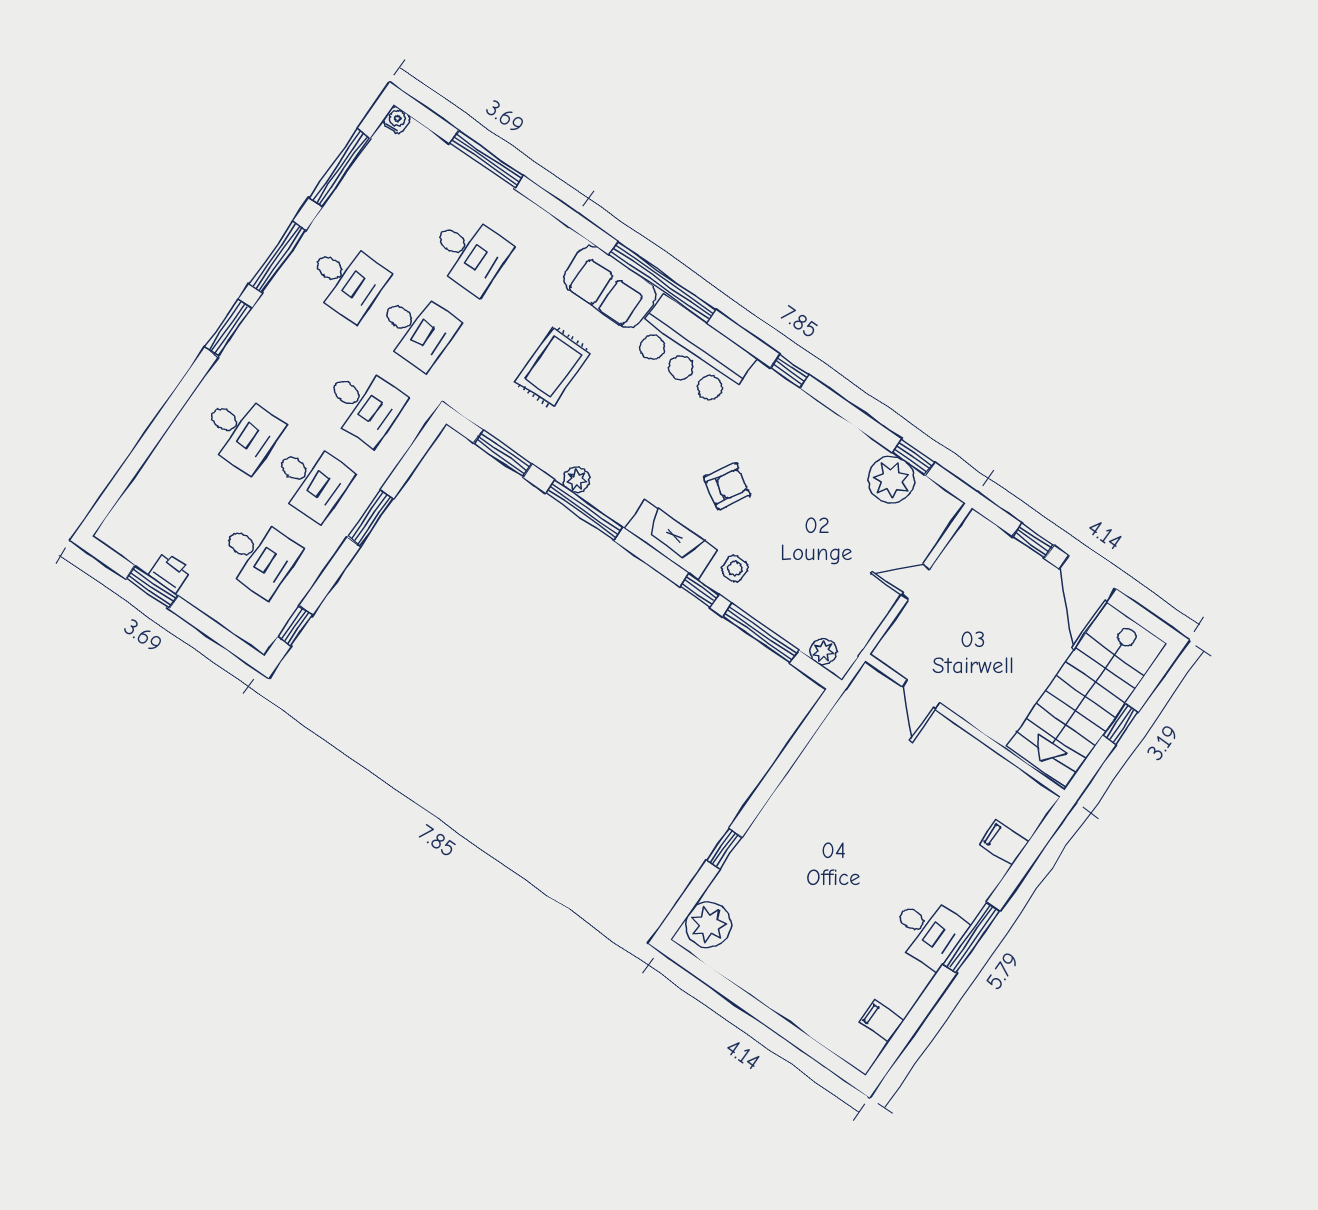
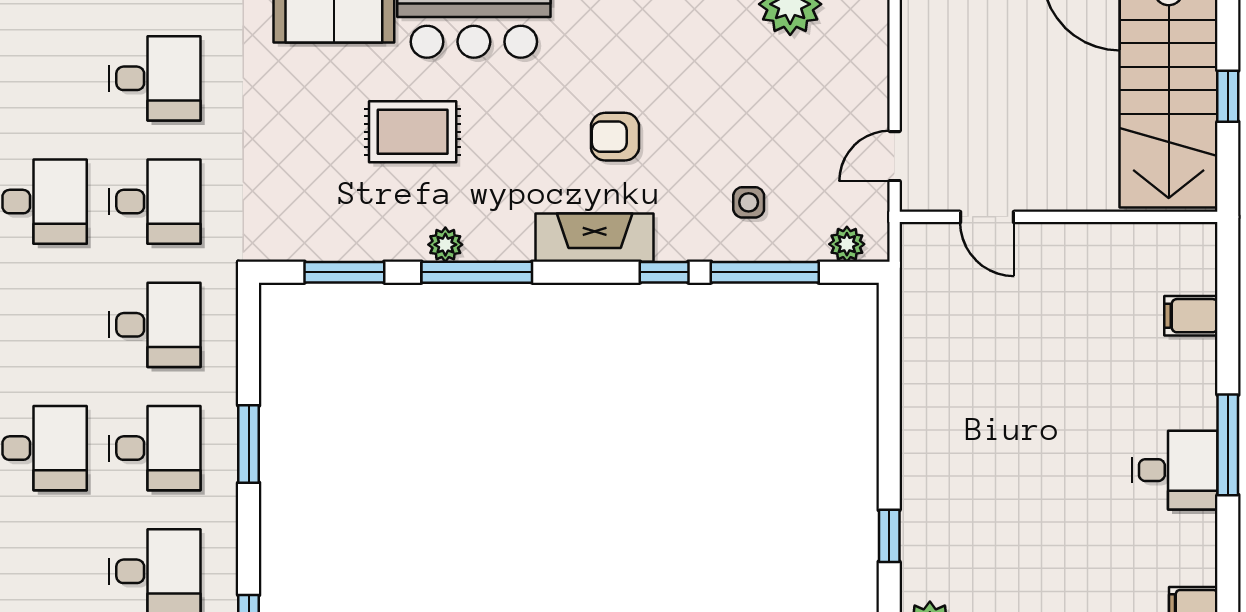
rug: (553, 367) -> (413, 132), moved, turned 90
armchair: (727, 486) -> (615, 137), turned -121
side table: (735, 569) -> (749, 202), moved
door: (915, 582) -> (895, 156), moved

